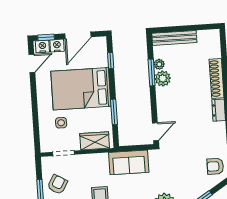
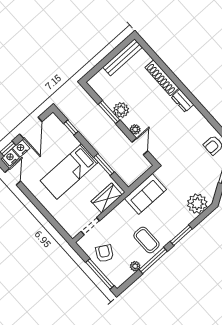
bench: (174, 38) -> (122, 57), moved
plant: (159, 64) -> (135, 129), moved
bed: (81, 89) -> (69, 171), width x0.67
side table: (61, 123) -> (70, 204), removed
door: (155, 132) -> (140, 146), moved

